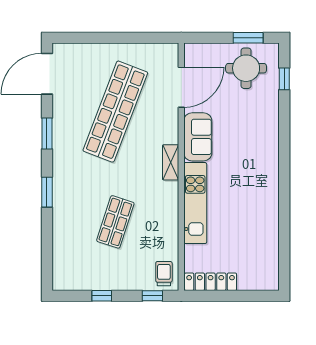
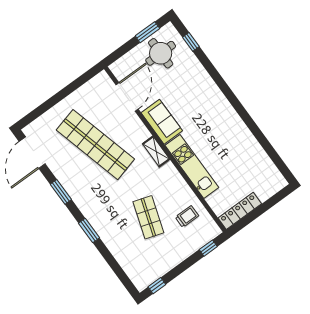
shop shelf: (115, 112) -> (95, 145), turned -36
trolley: (164, 274) -> (187, 217), moved, turned 90
window: (102, 296) -> (157, 286), moved

